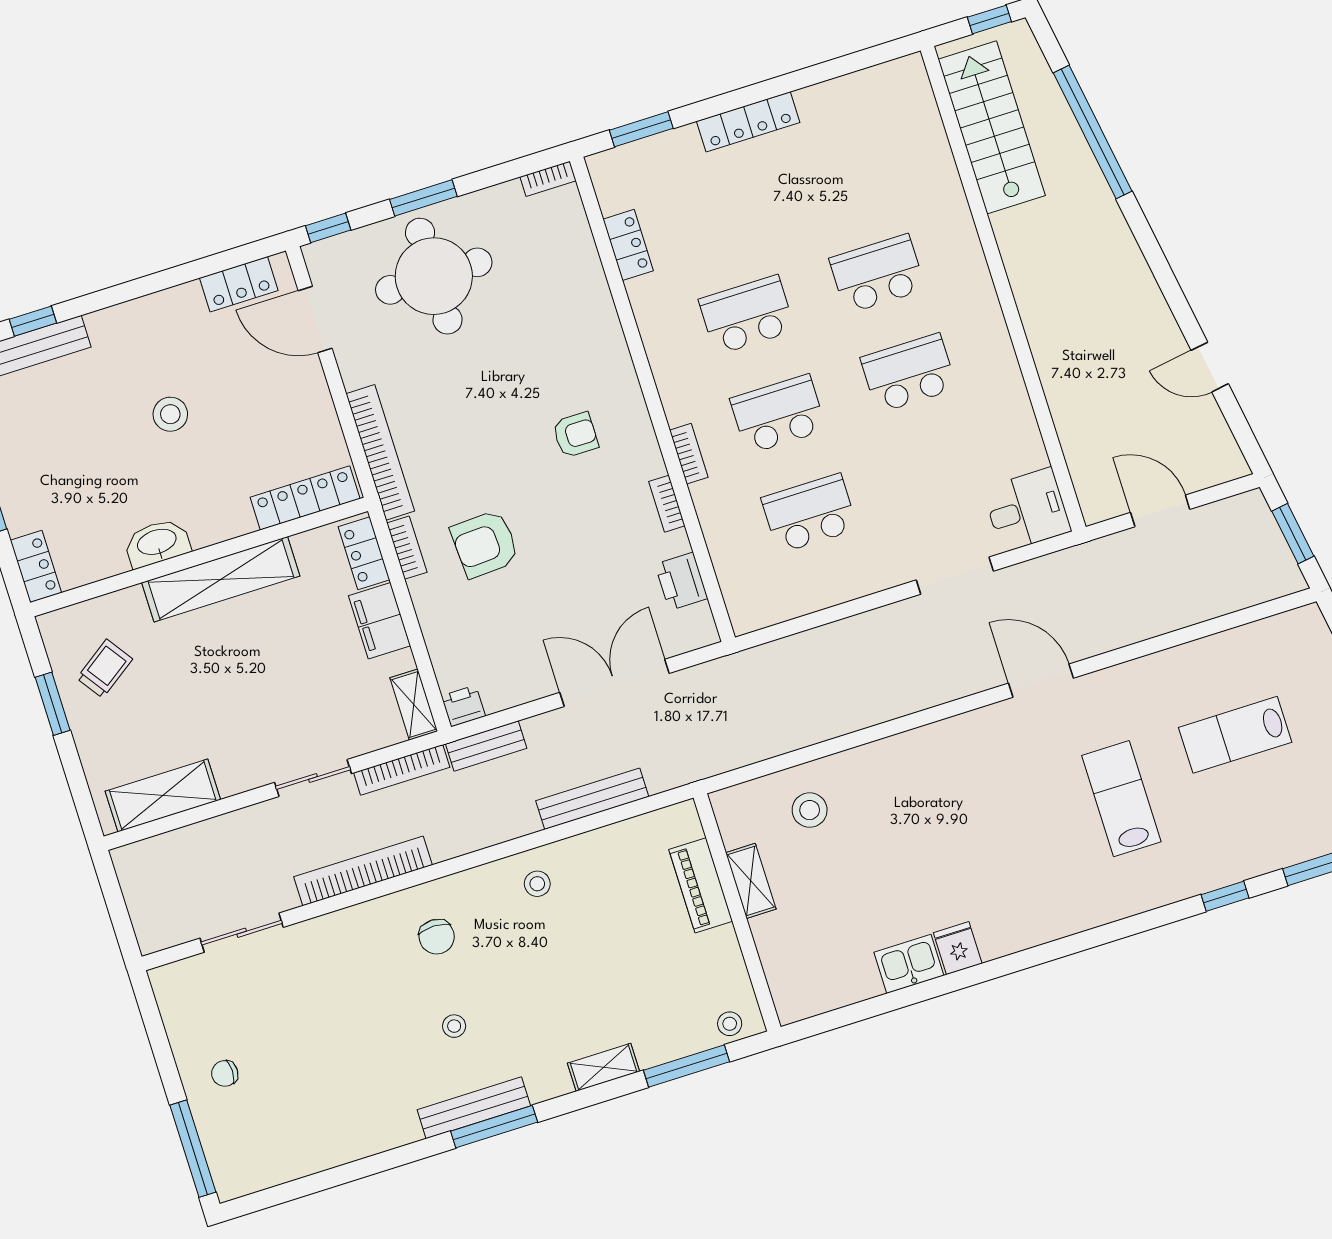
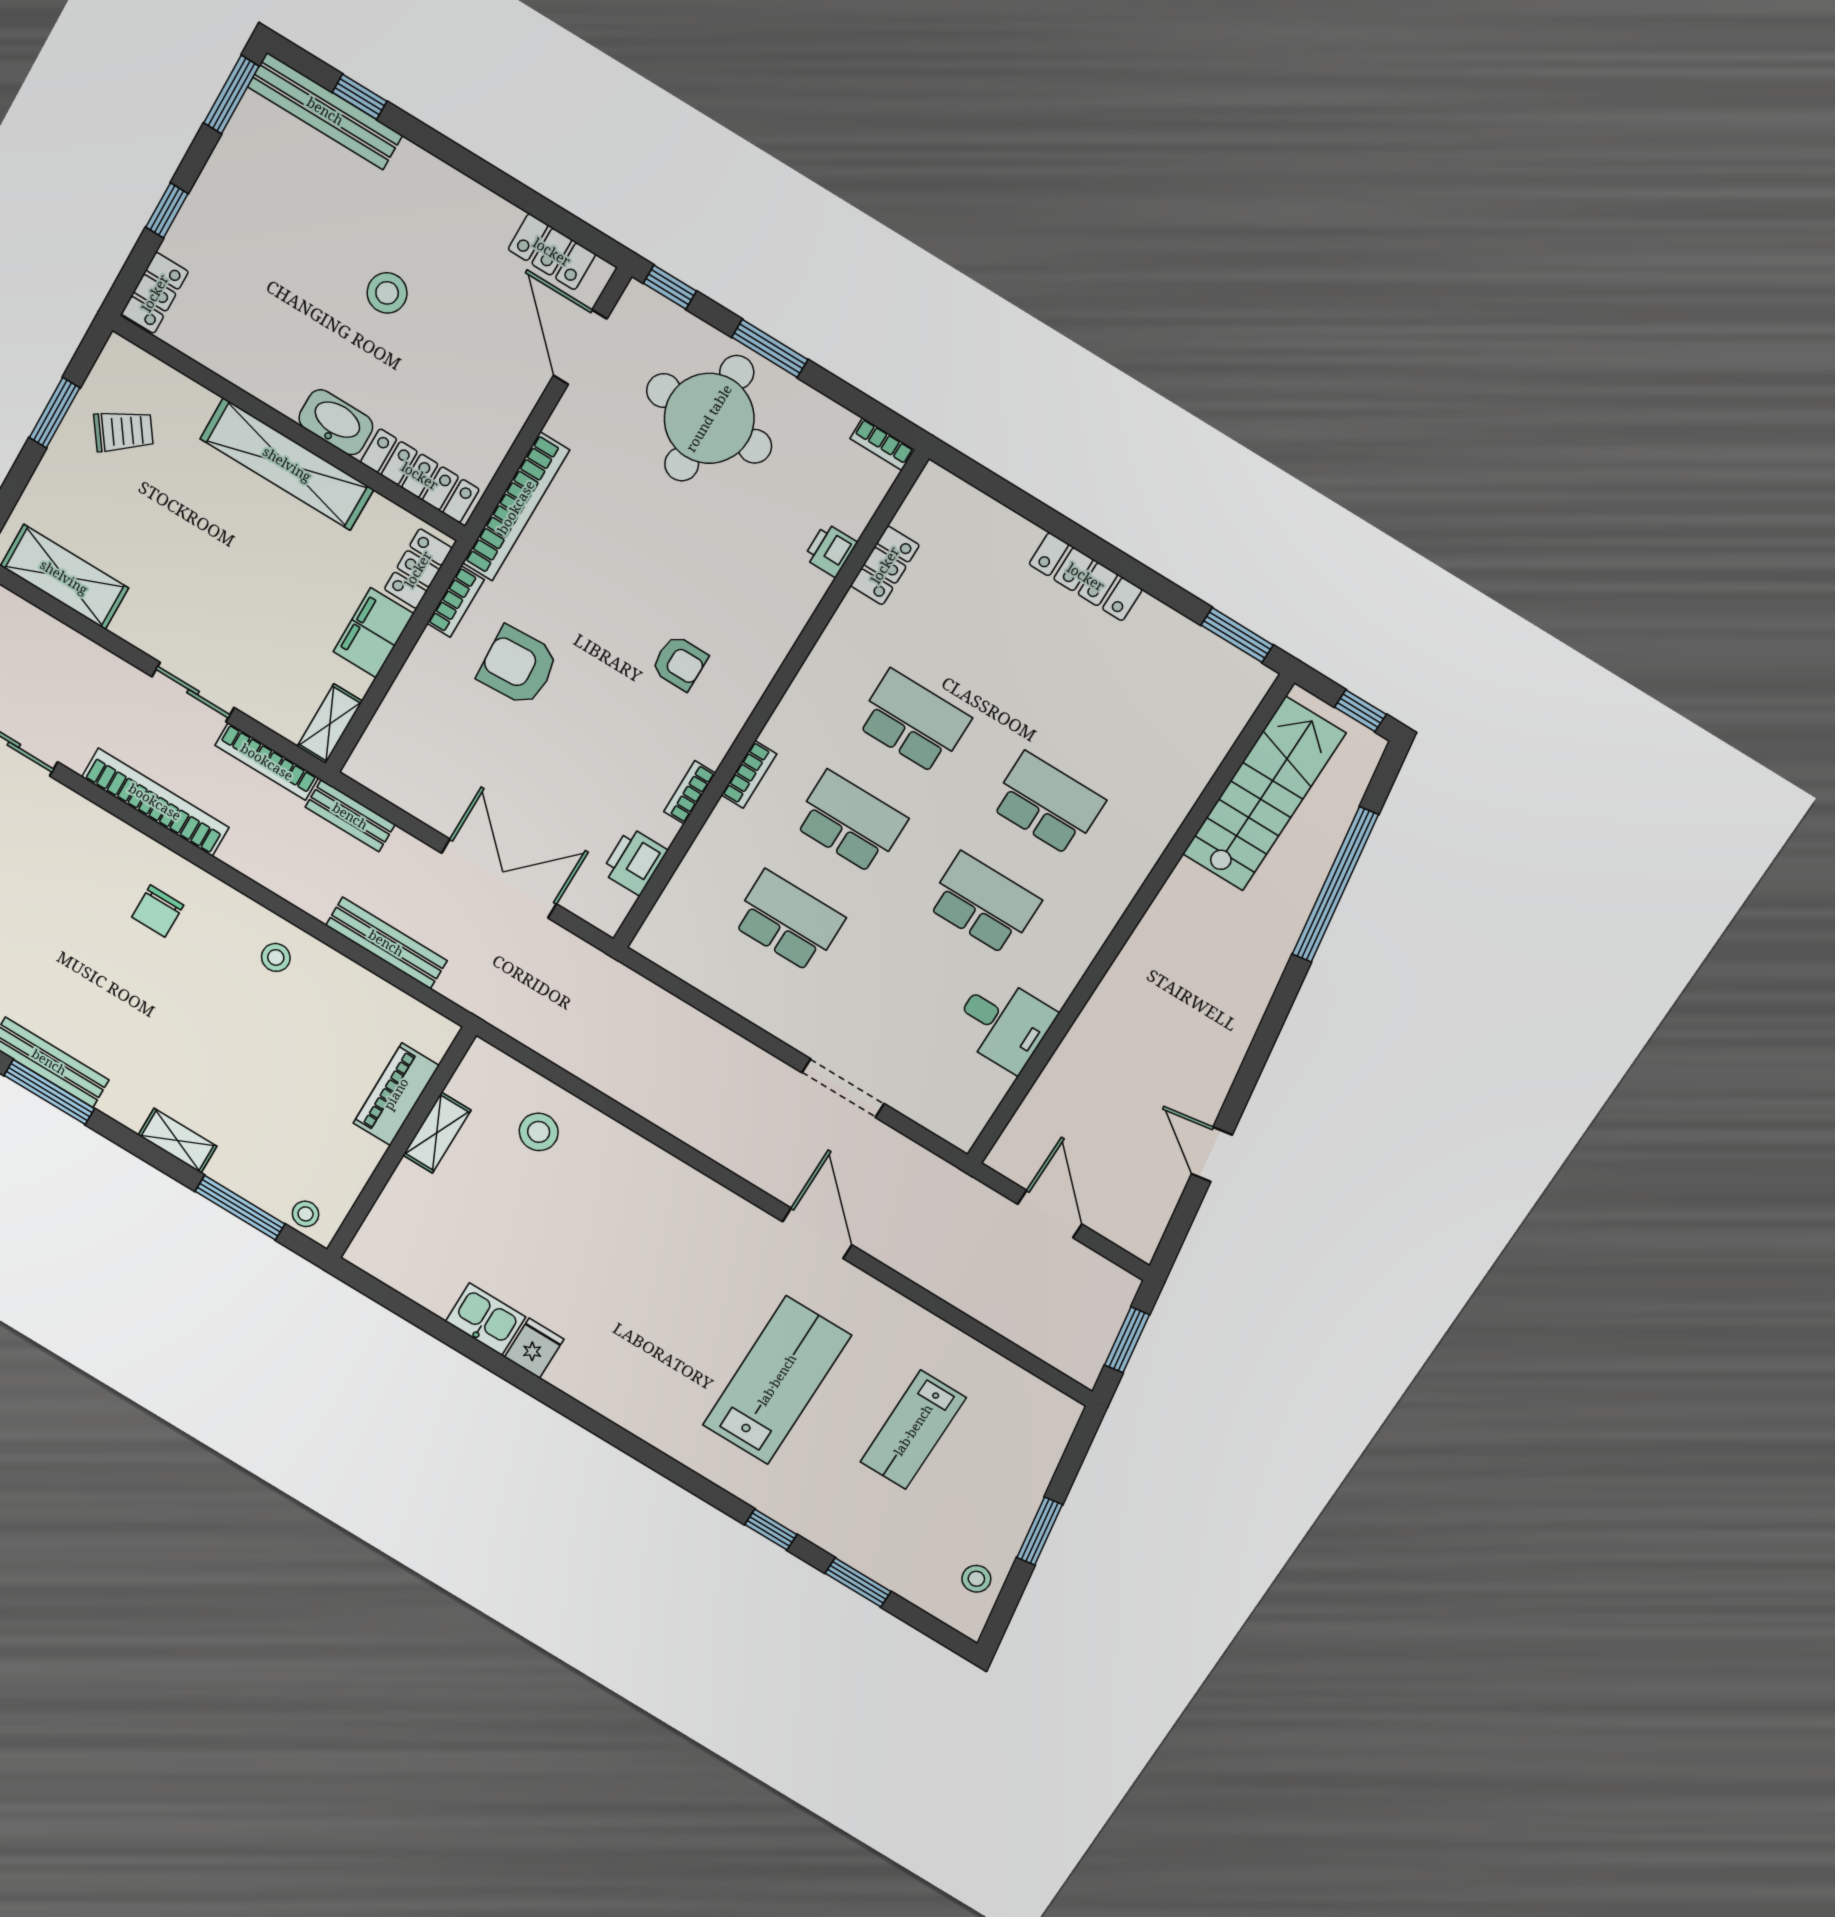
window: (641, 129) -> (1237, 635), moved
desk: (1027, 510) -> (1003, 1023), moved
washbasin: (157, 543) -> (336, 422), moved
printer: (463, 706) -> (830, 550), moved, turned -90
lab bench: (1235, 735) -> (913, 1430), turned -90
lab bench: (1121, 799) -> (777, 1380), width x1.36, depth x1.39
stool: (454, 1026) -> (99, 989), removed

